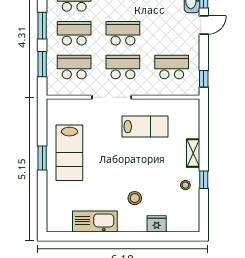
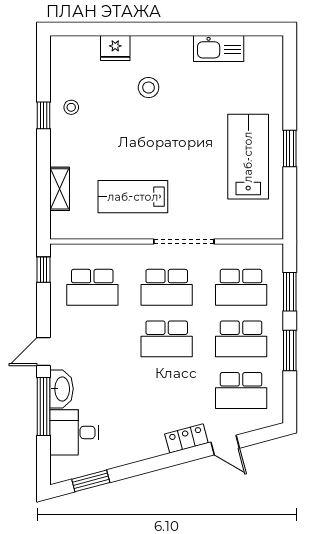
shelving: (193, 153) -> (60, 189), moved
kitchen sink: (95, 222) -> (219, 49), width x0.73, depth x0.81

